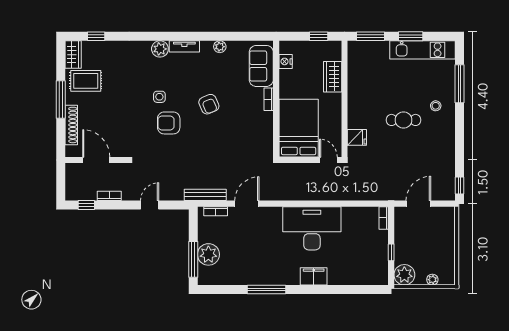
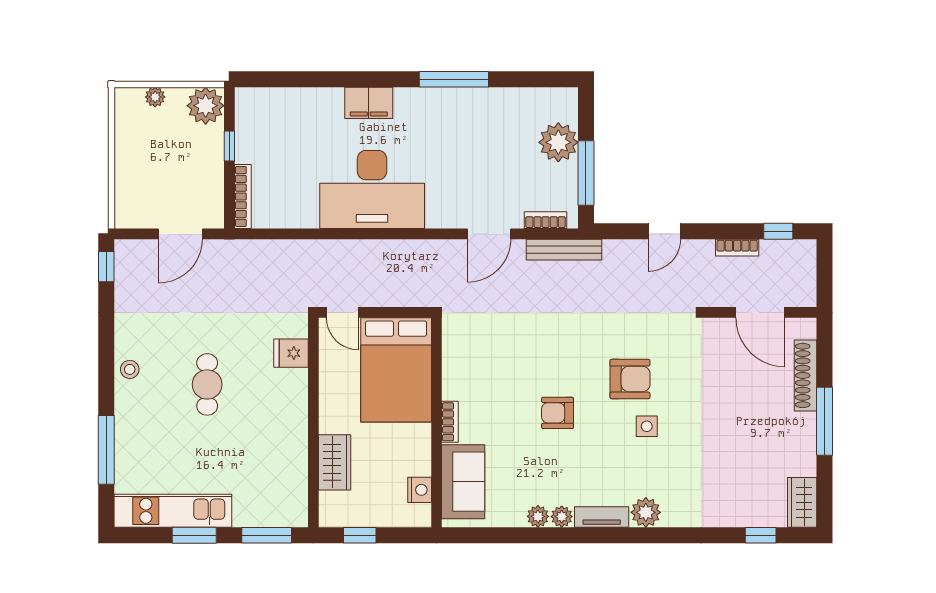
plant: (207, 47) -> (562, 517), added
rug: (86, 81) -> (779, 455), removed
armchair: (209, 104) -> (558, 413), turned -67
stool: (436, 106) -> (130, 369), moved
cafe table: (403, 120) -> (207, 384), turned 90
bookcase: (384, 218) -> (243, 196), width x1.56
window: (193, 259) -> (586, 173), moved

